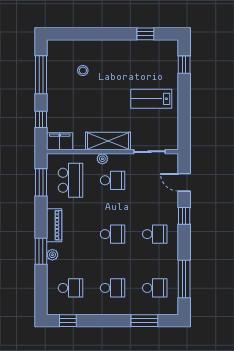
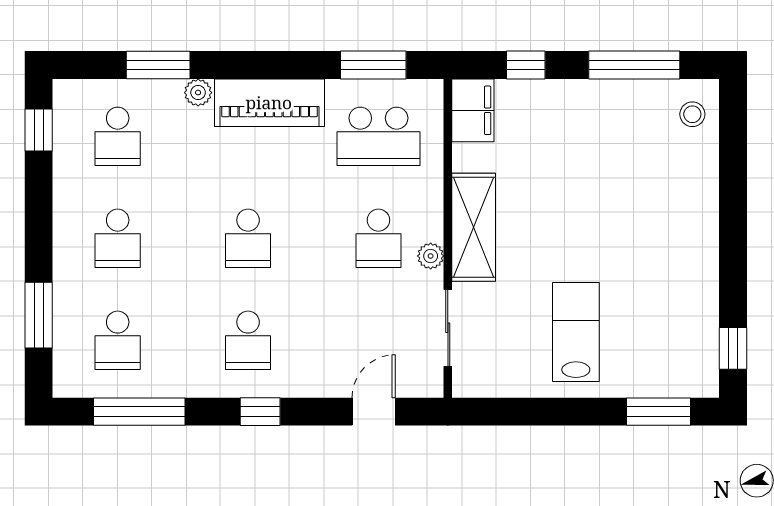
window: (145, 34) -> (733, 348), moved
window: (184, 65) -> (659, 412), width x1.50
stool: (83, 71) -> (692, 114), moved
plant: (102, 159) -> (431, 256), moved
window: (184, 216) -> (260, 412), moved
piano: (54, 225) -> (269, 103), width x1.37, depth x1.33
window: (41, 251) -> (158, 65), moved

